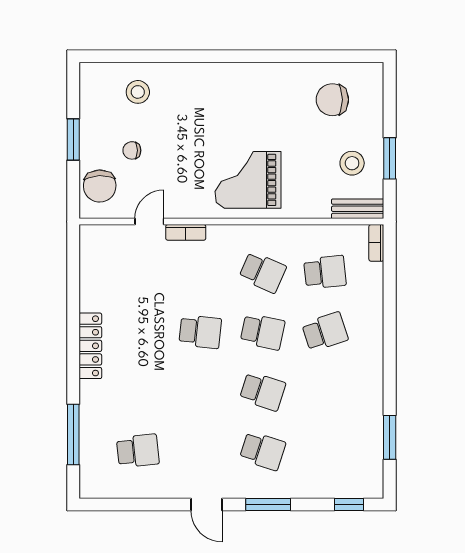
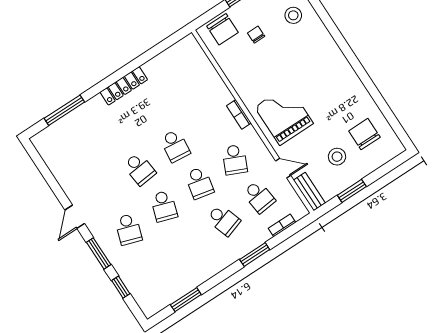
stool: (352, 163) -> (337, 157), moved
chair: (100, 186) -> (222, 29), turned -88
door: (149, 222) -> (283, 168), moved
bookcase: (186, 232) -> (239, 114), moved
bookcase: (376, 243) -> (282, 225), moved
window: (390, 322) -> (255, 255), added
school desk: (138, 451) -> (140, 169), moved
window: (349, 504) -> (121, 287), moved

